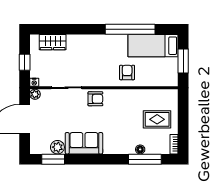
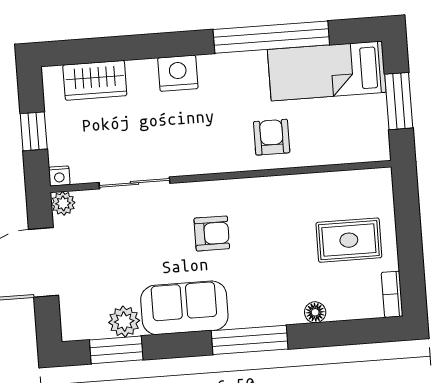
nightstand: (89, 42) -> (178, 73), added
armchair: (95, 99) -> (212, 233), moved
window: (145, 159) -> (250, 340), moved

